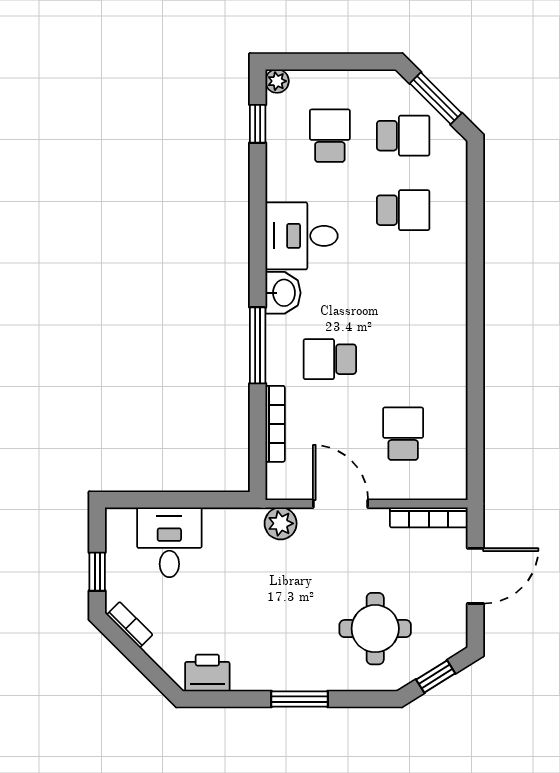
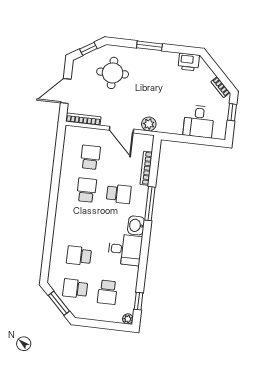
school desk: (403, 359) -> (87, 190), added
school desk: (403, 434) -> (90, 157), turned 180

